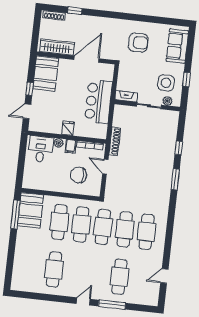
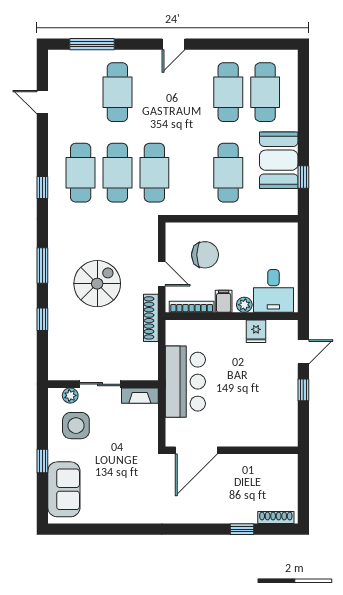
armchair: (138, 43) -> (130, 488), removed
wardrobe: (57, 47) -> (265, 465), removed
door: (86, 59) -> (196, 450), moved
booth: (46, 74) -> (279, 418), removed
window: (186, 79) -> (42, 461), moved
fridge: (68, 128) -> (256, 331), moved
spiral stairs: (144, 165) -> (97, 284), added
booth: (31, 210) -> (279, 160), moved
window: (15, 214) -> (303, 177), width x0.46
cafe table: (81, 224) -> (265, 92), moved
window: (170, 226) -> (42, 187), added
door: (164, 276) -> (42, 102), swing flipped
window: (112, 305) -> (92, 44), moved

